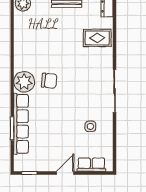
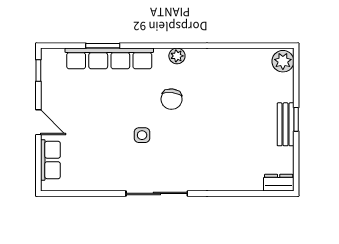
rug: (97, 38) -> (233, 168), removed
plant: (24, 82) -> (177, 56), width x0.53, depth x0.53
side table: (90, 126) -> (142, 135), moved

